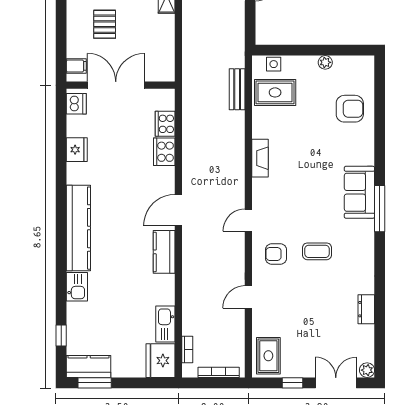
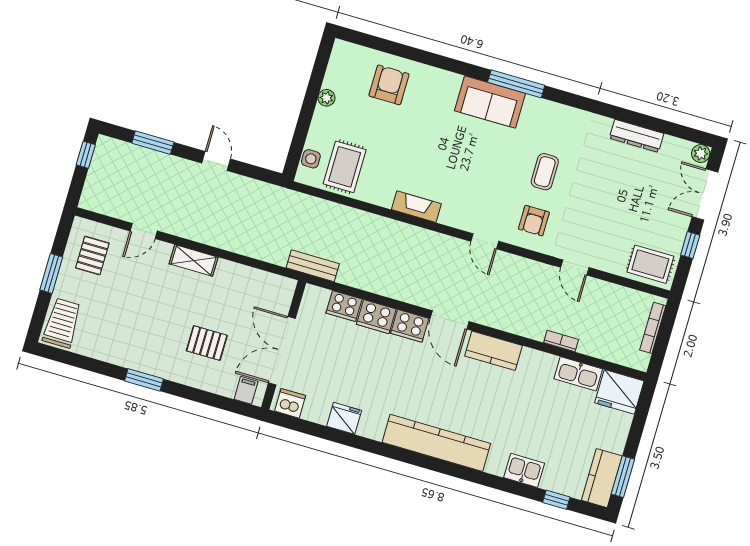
bench: (237, 89) -> (313, 266), moved
cooker: (165, 180) -> (410, 326), added
kitchen sink: (77, 287) -> (524, 470), moved
dresser: (366, 309) -> (637, 136), width x1.44
bookcase: (187, 349) -> (561, 341), moved

